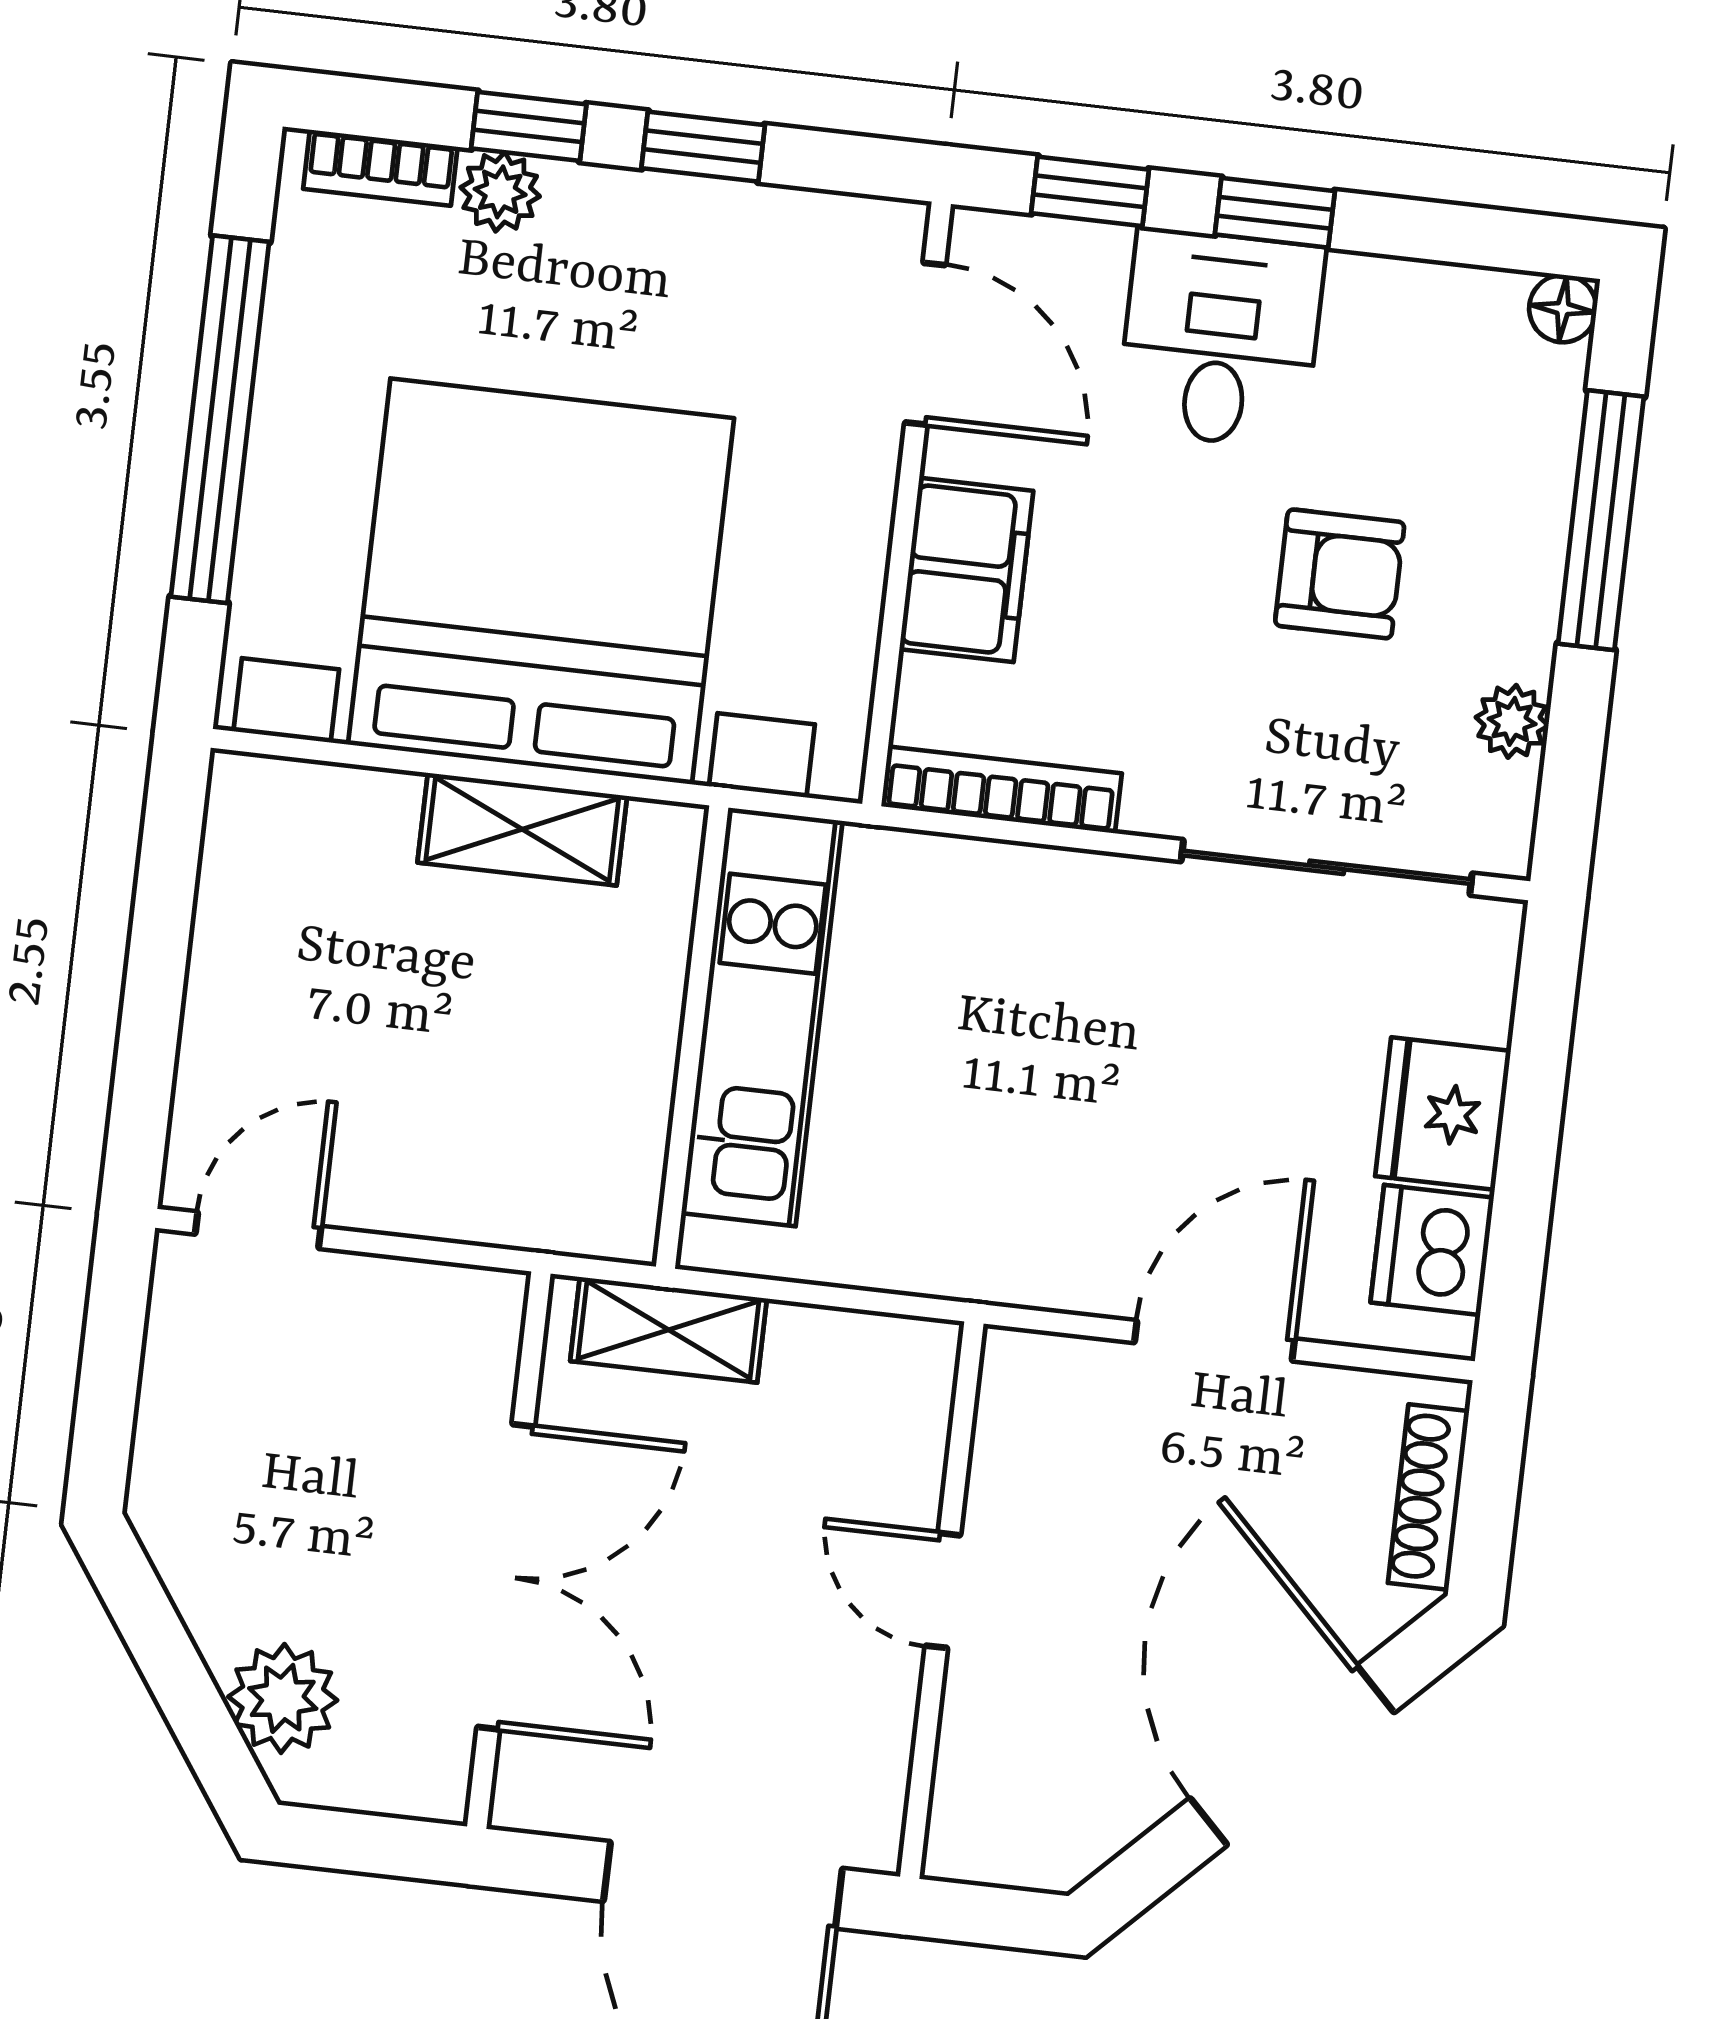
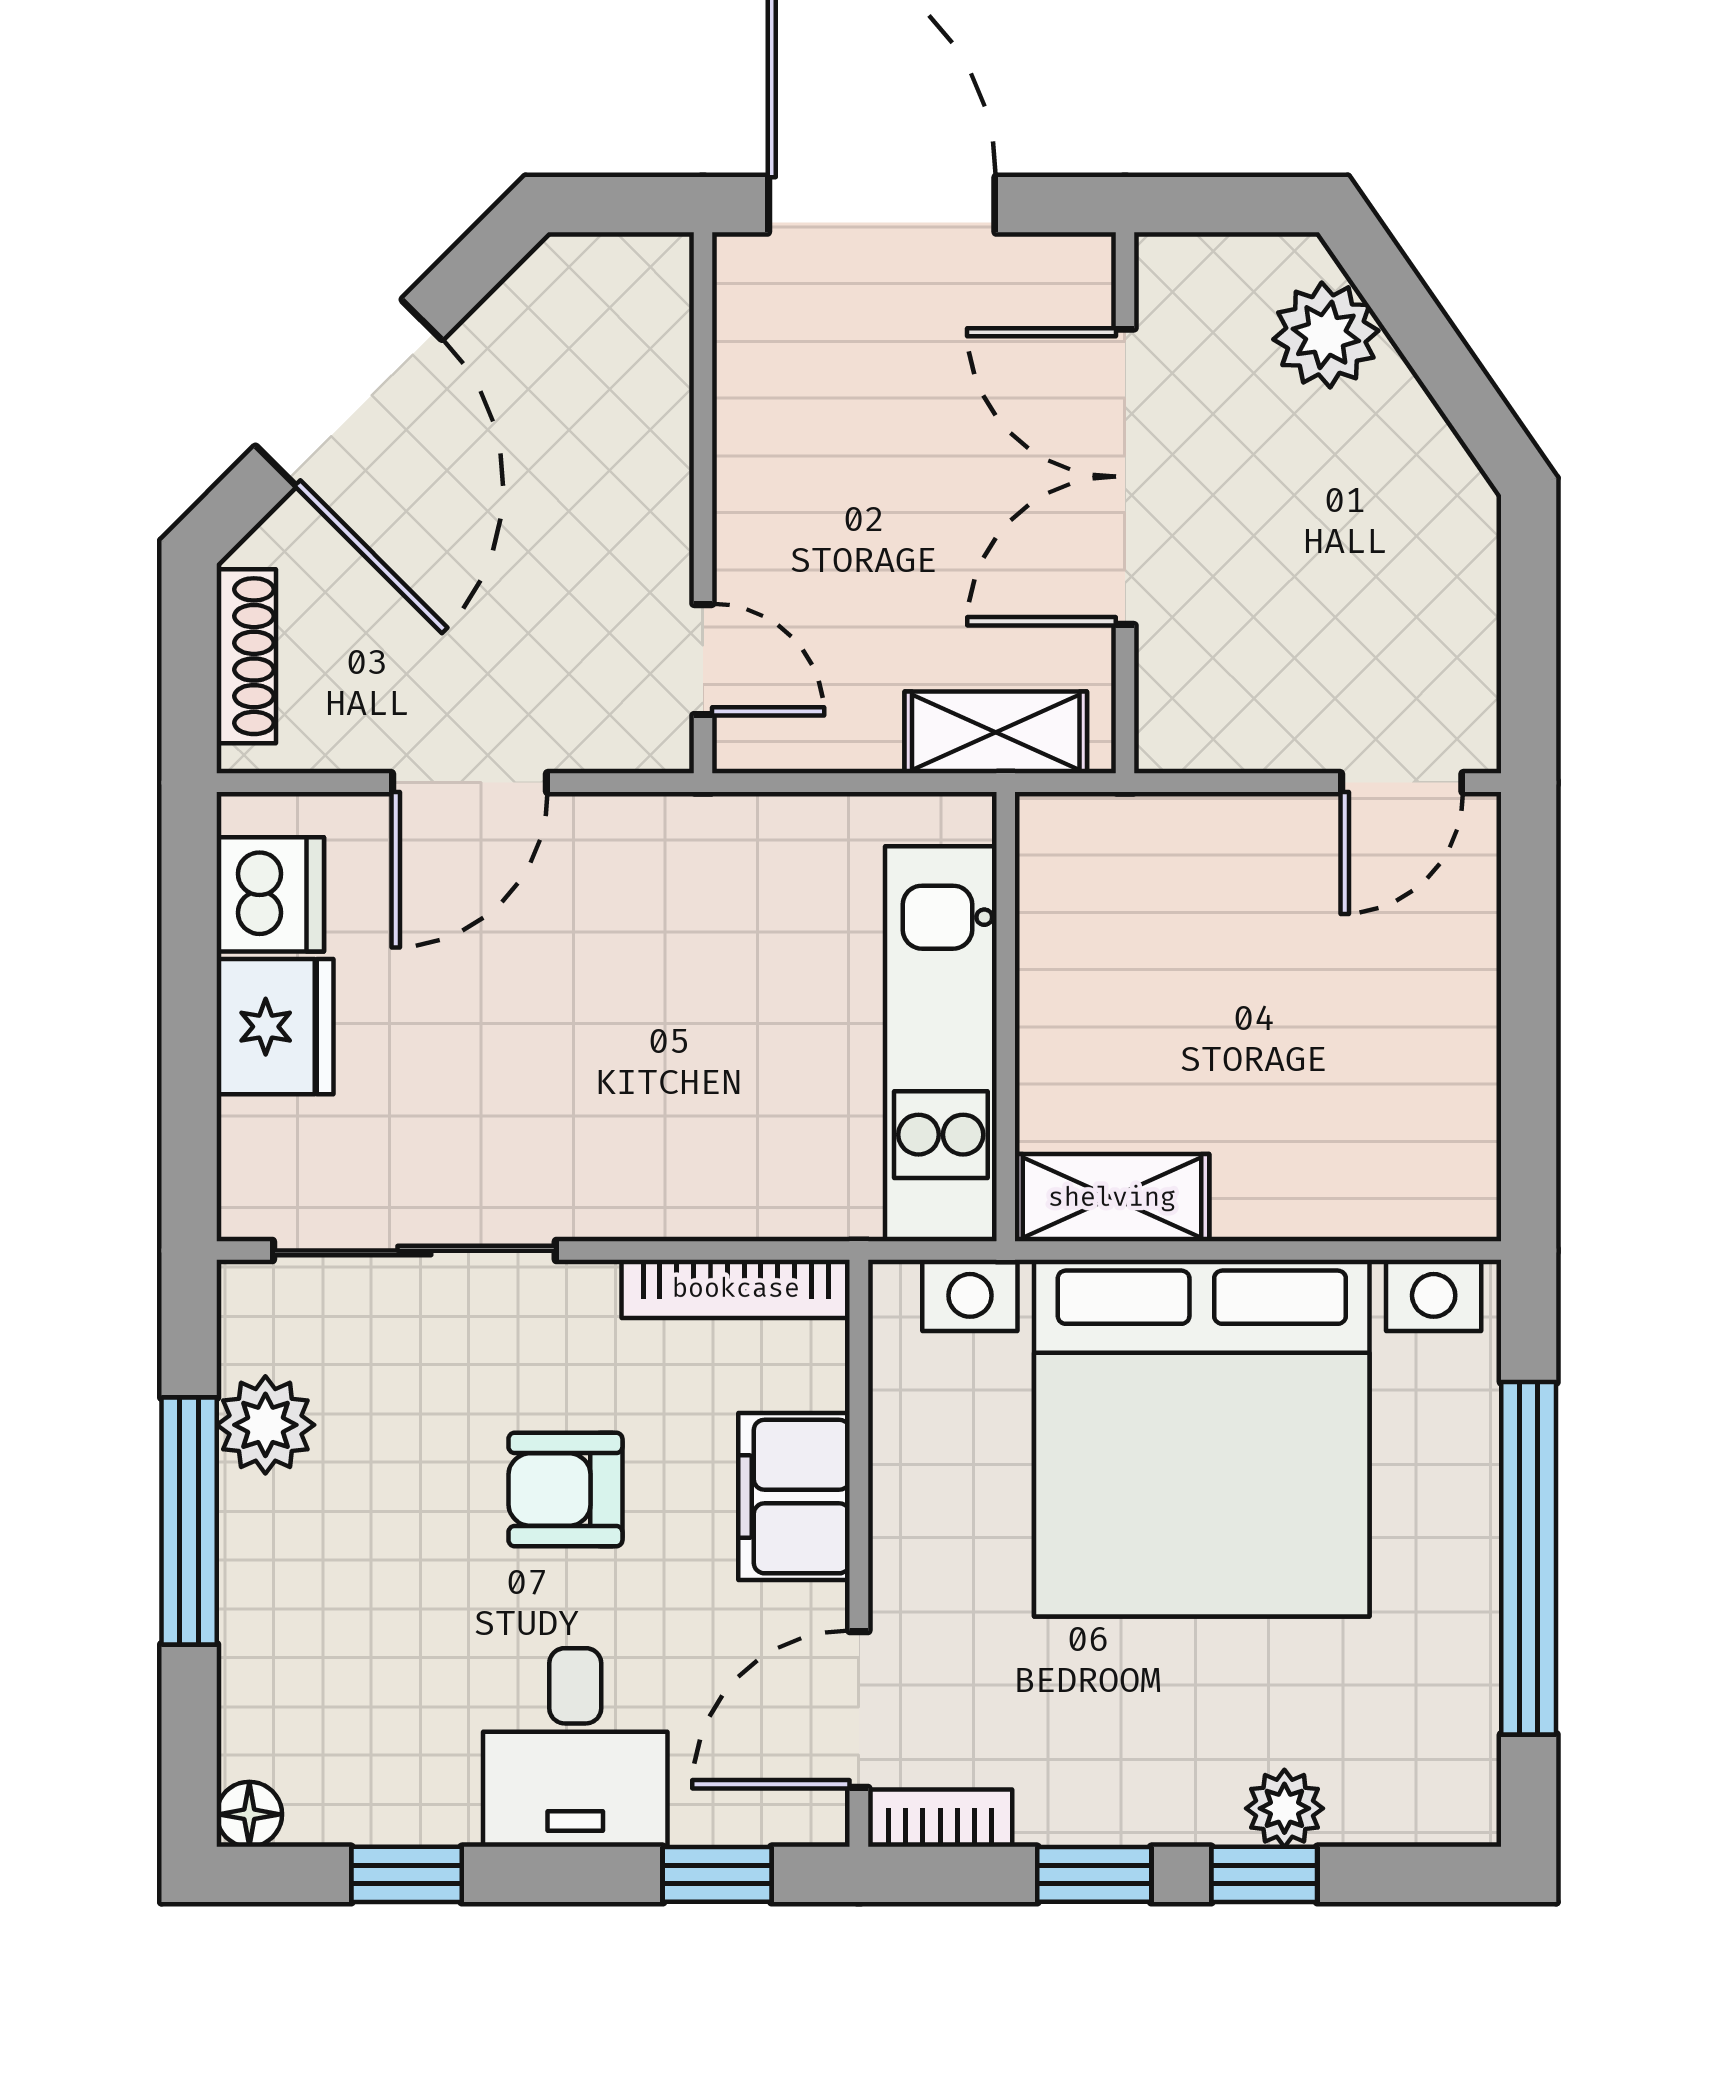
bookcase: (380, 168) -> (940, 1818), moved
window: (1275, 213) -> (407, 1874), moved
door: (925, 344) -> (859, 1709), hinge flipped
window: (1601, 520) -> (189, 1521), moved
armchair: (1340, 574) -> (565, 1490), moved
plant: (1512, 721) -> (265, 1425), width x1.38, depth x1.38
shelving: (522, 829) -> (1112, 1198), moved
door: (943, 1590) -> (703, 660), moved

